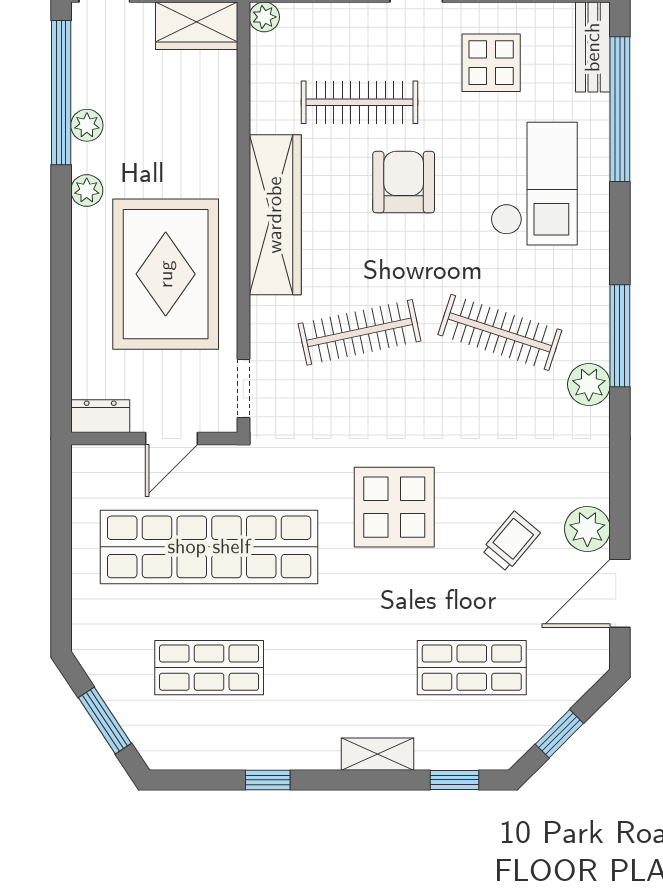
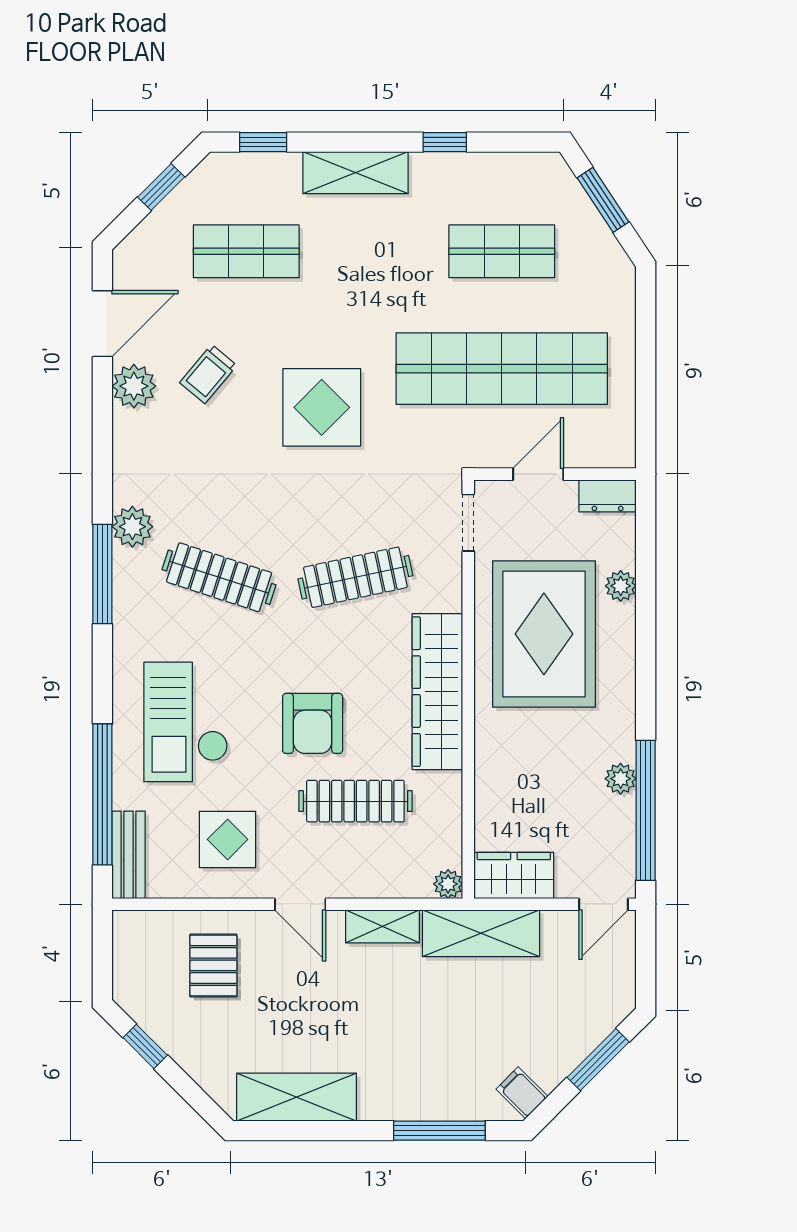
plant: (87, 190) -> (621, 586), moved
shelving: (377, 754) -> (356, 173), width x1.50, depth x1.33

